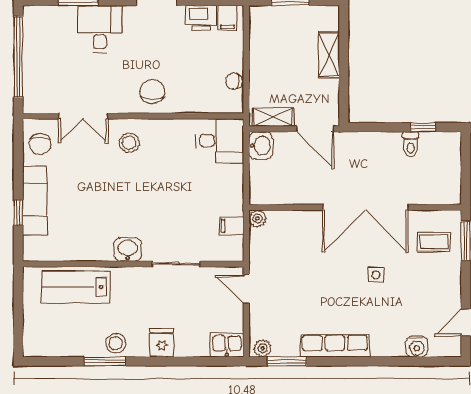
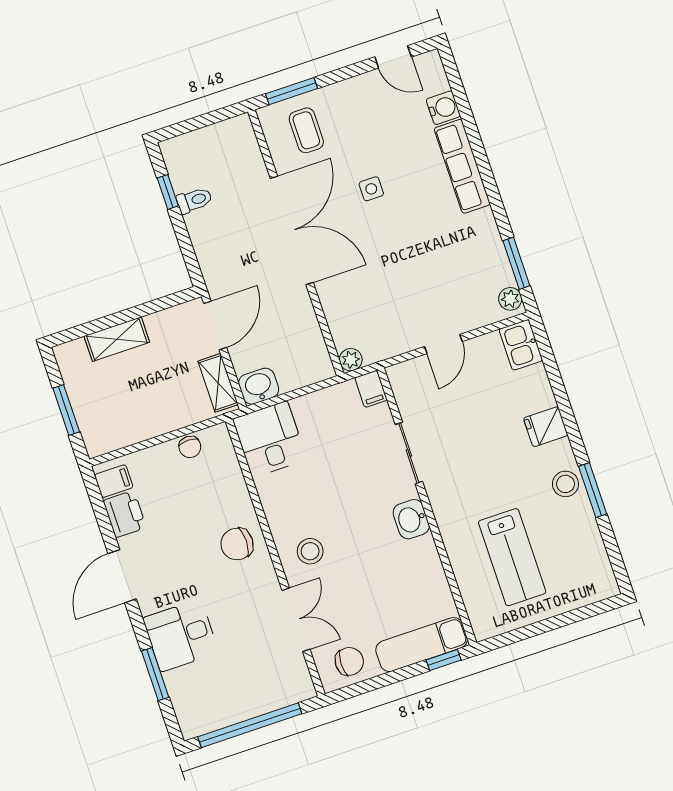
washbasin: (128, 250) -> (411, 519), moved
wall: (133, 264) -> (427, 506), moved
sliding door: (176, 264) -> (409, 453), moved
row of seats: (335, 346) -> (462, 166), moved

